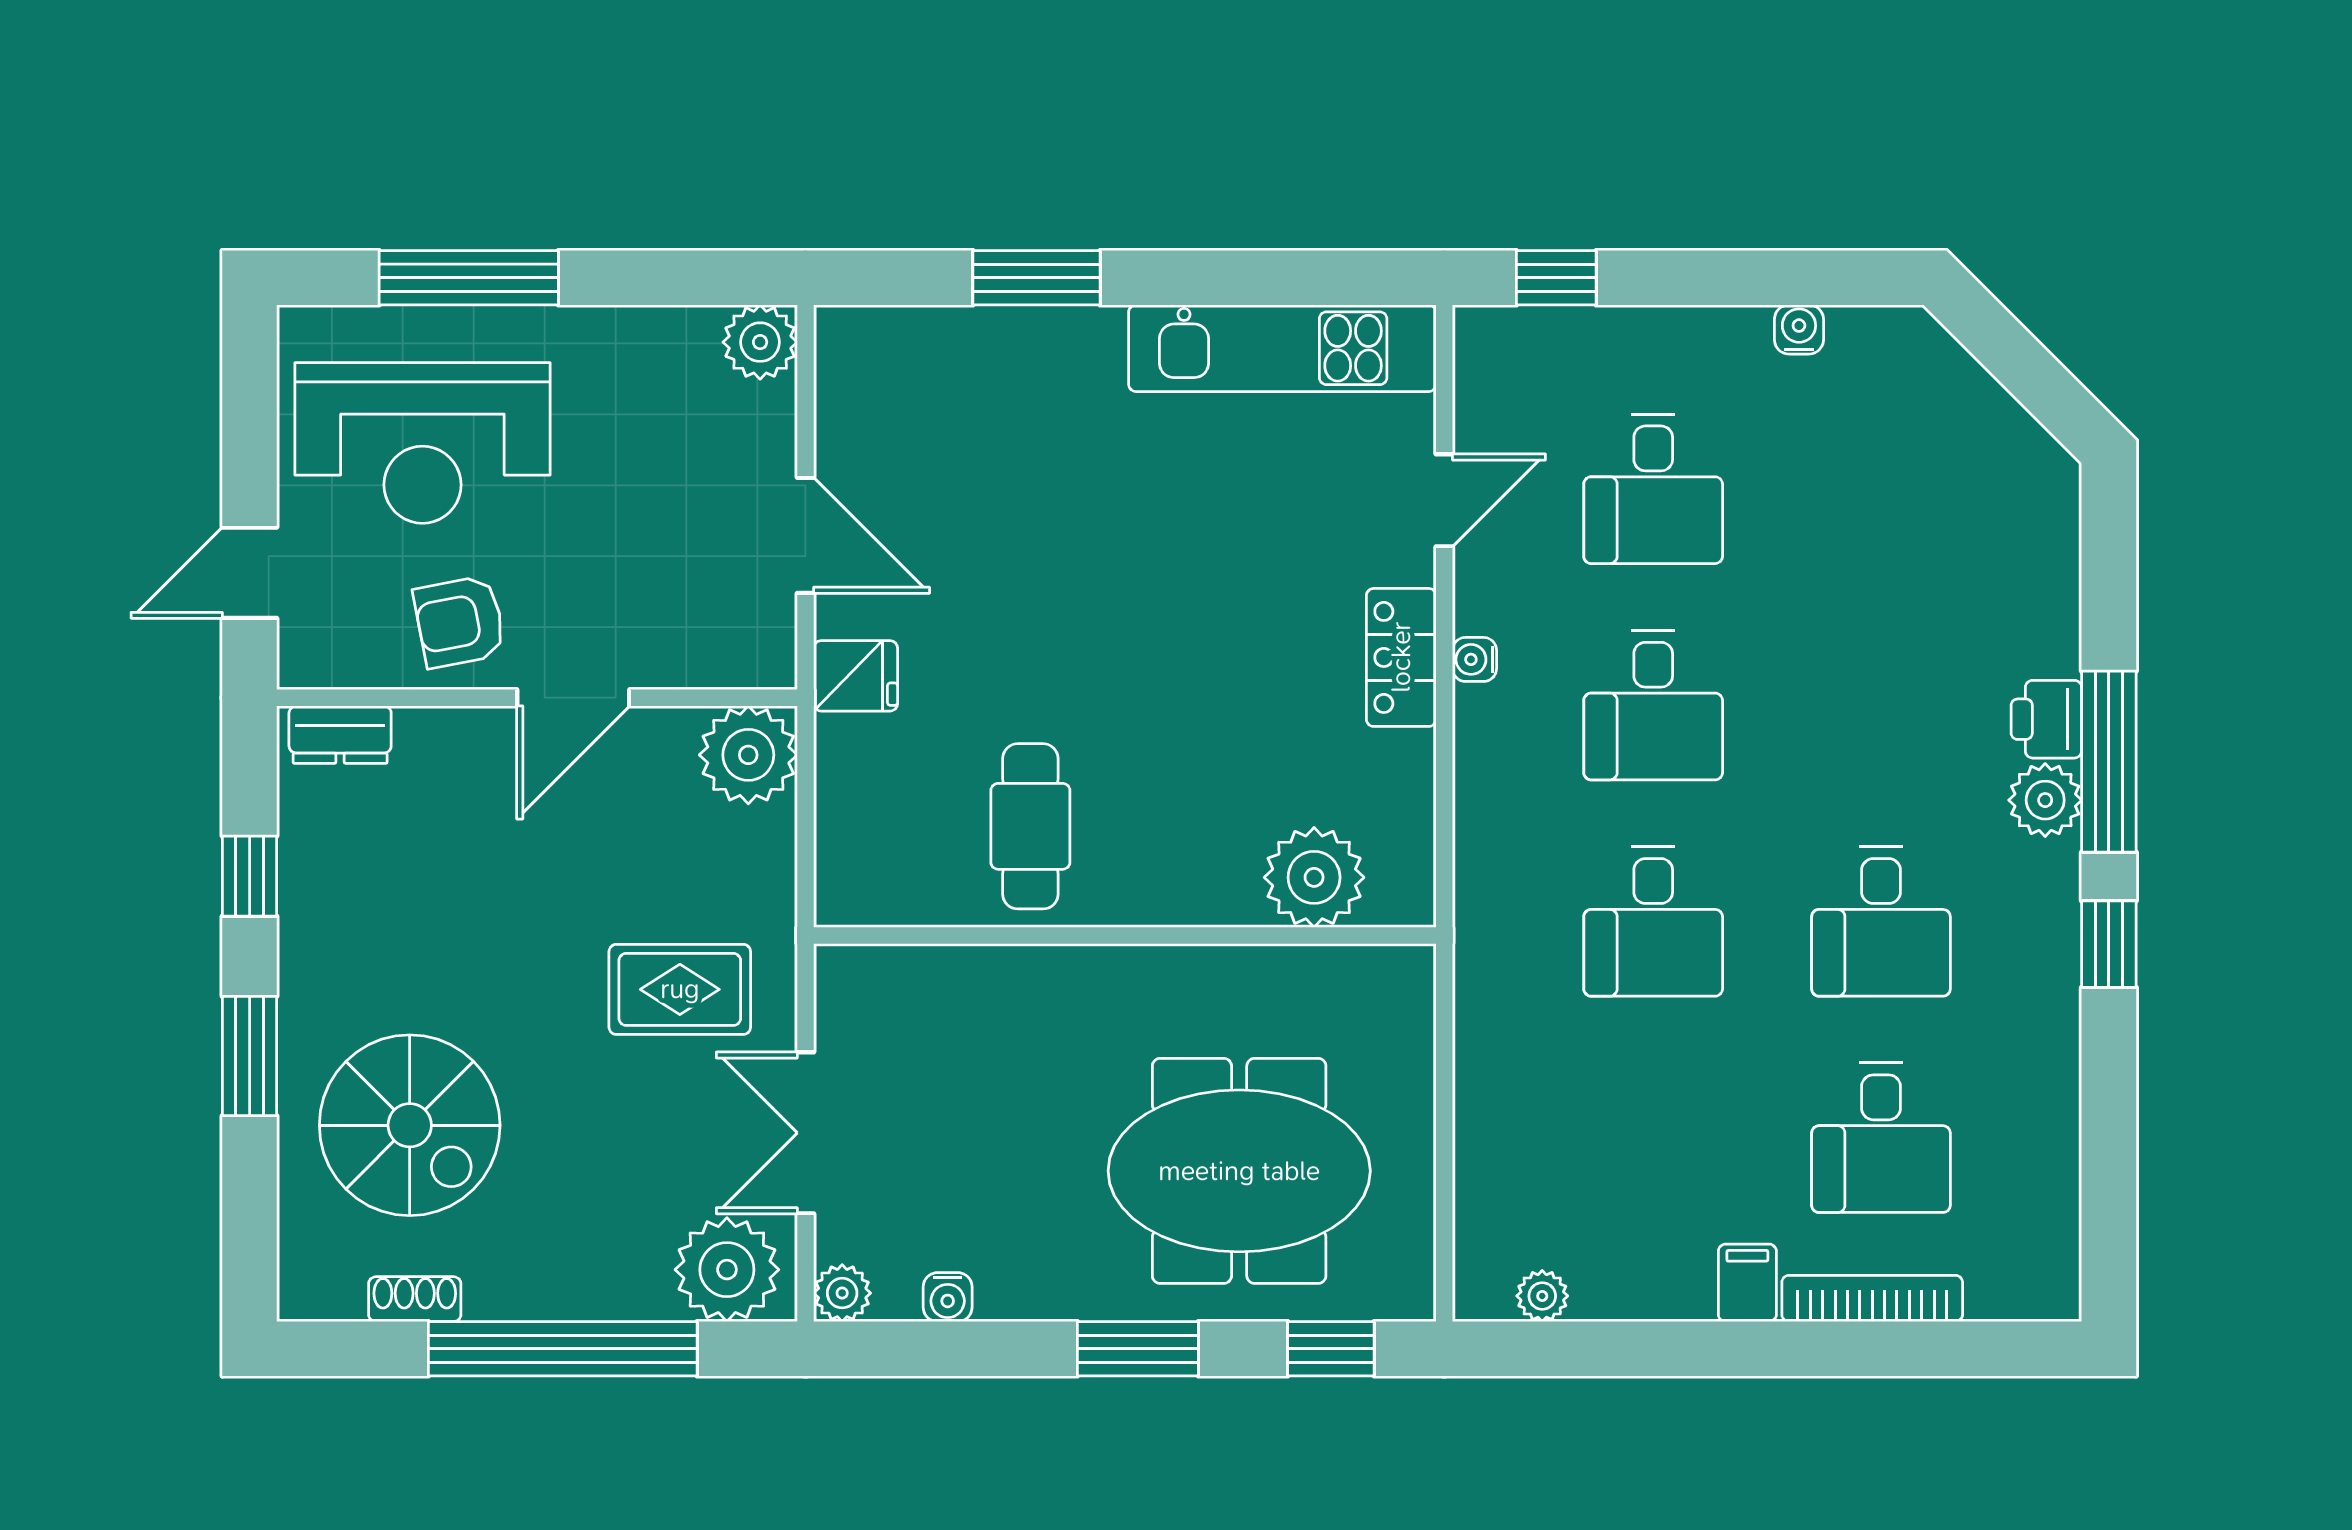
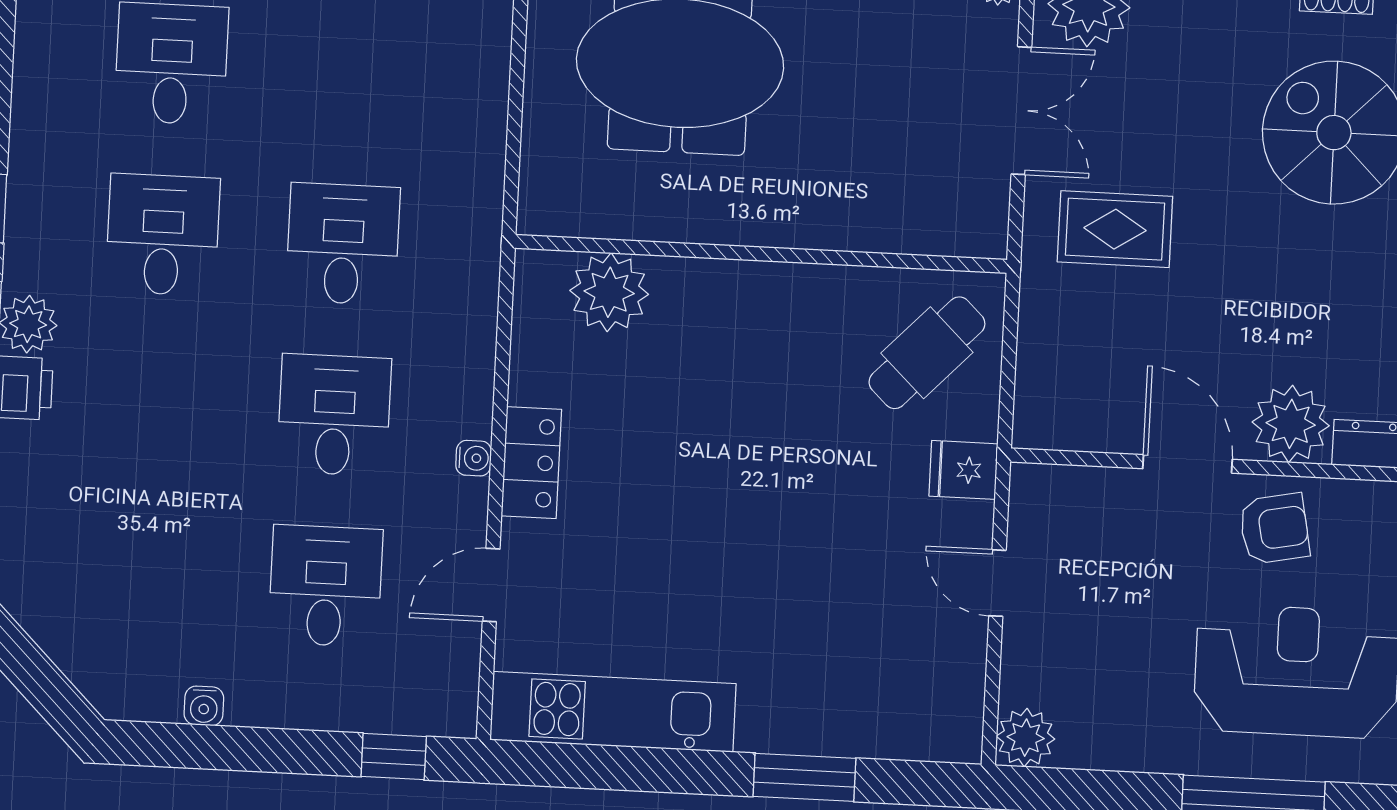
door: (805, 535) -> (997, 583), width x0.73
door: (573, 698) -> (1187, 464), hinge flipped
plant: (748, 755) -> (1291, 424), moved
cafe table: (1030, 826) -> (927, 353), moved, turned 44

